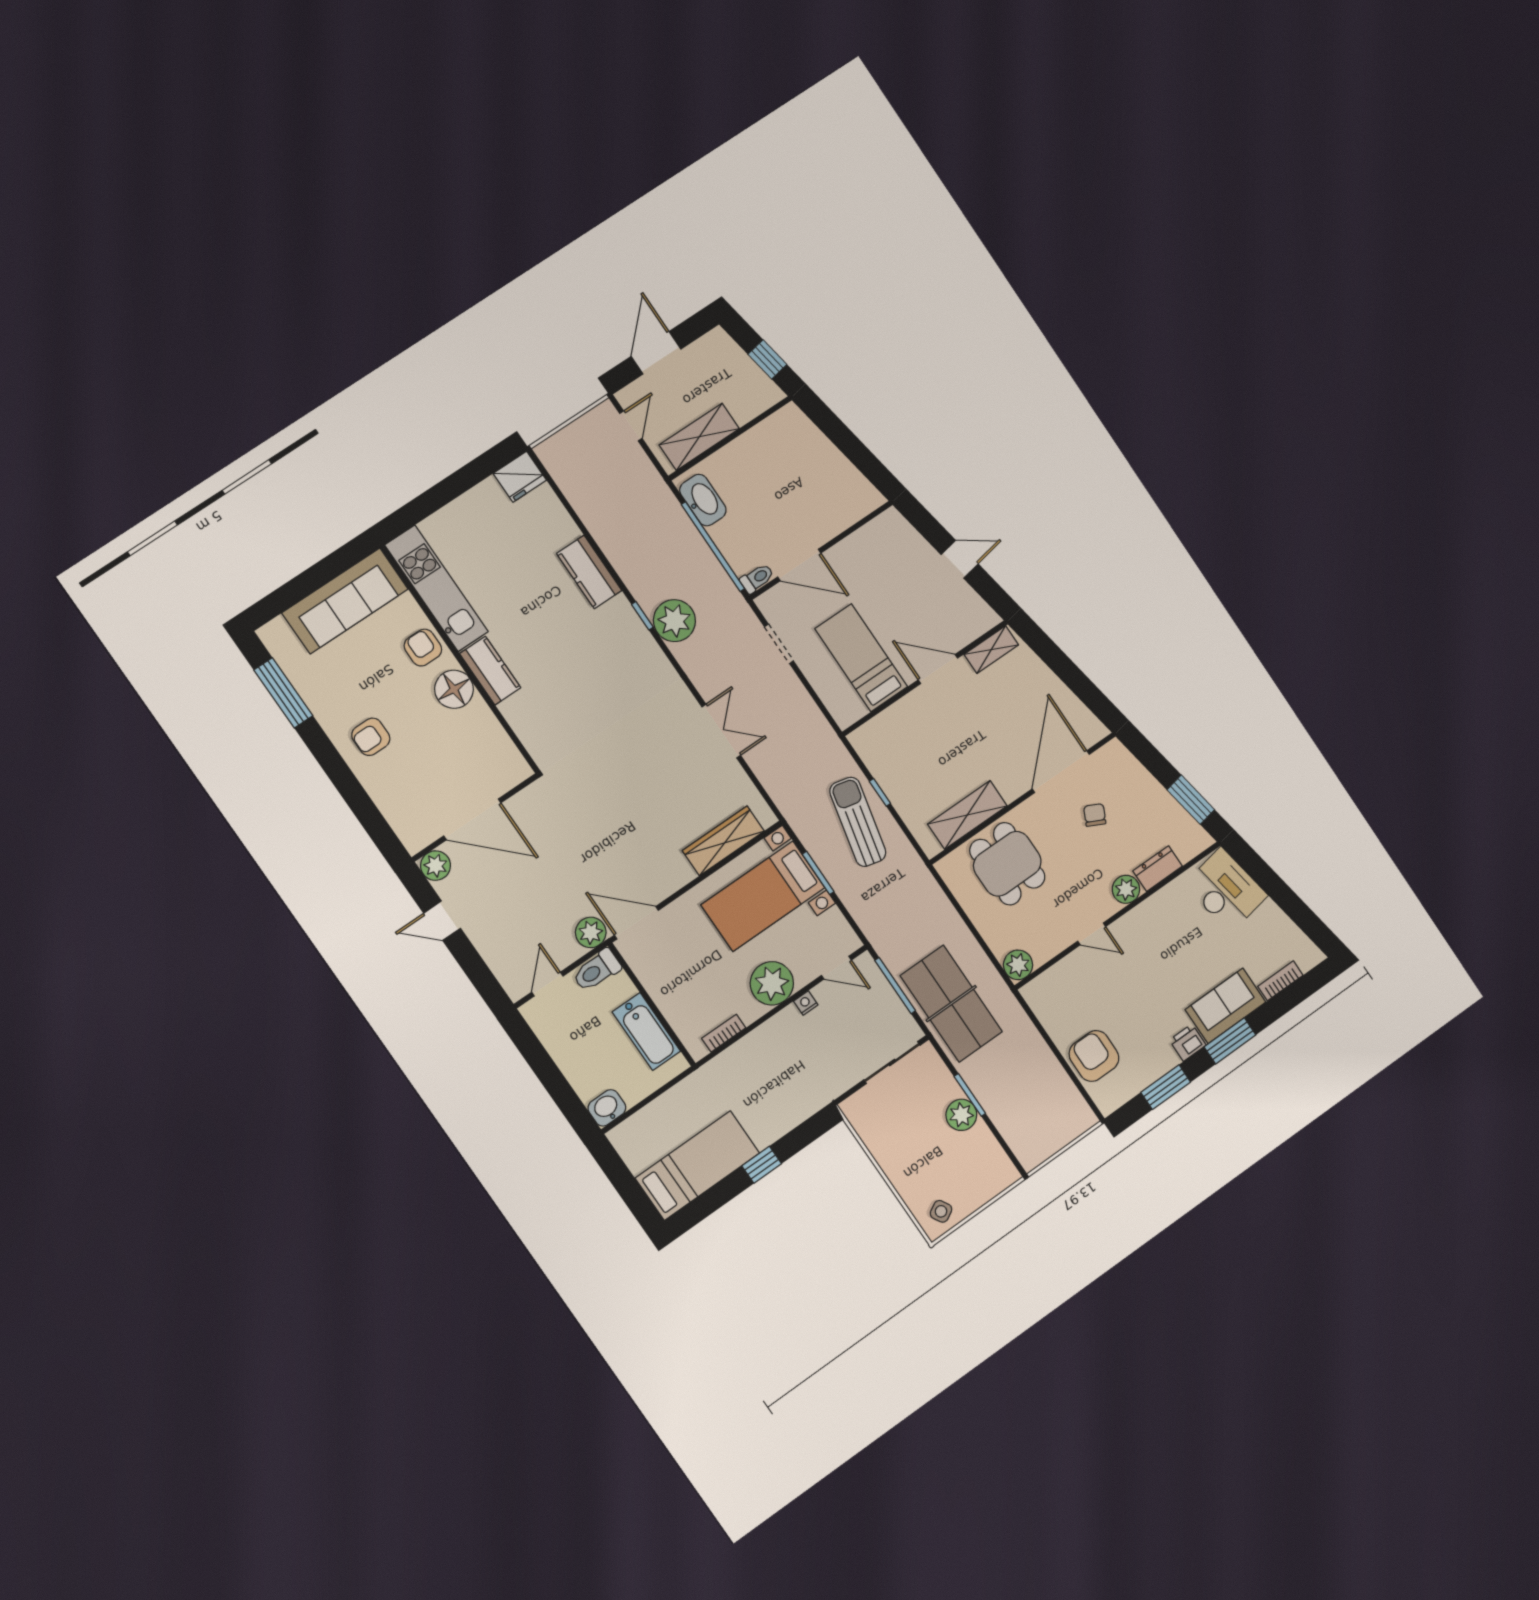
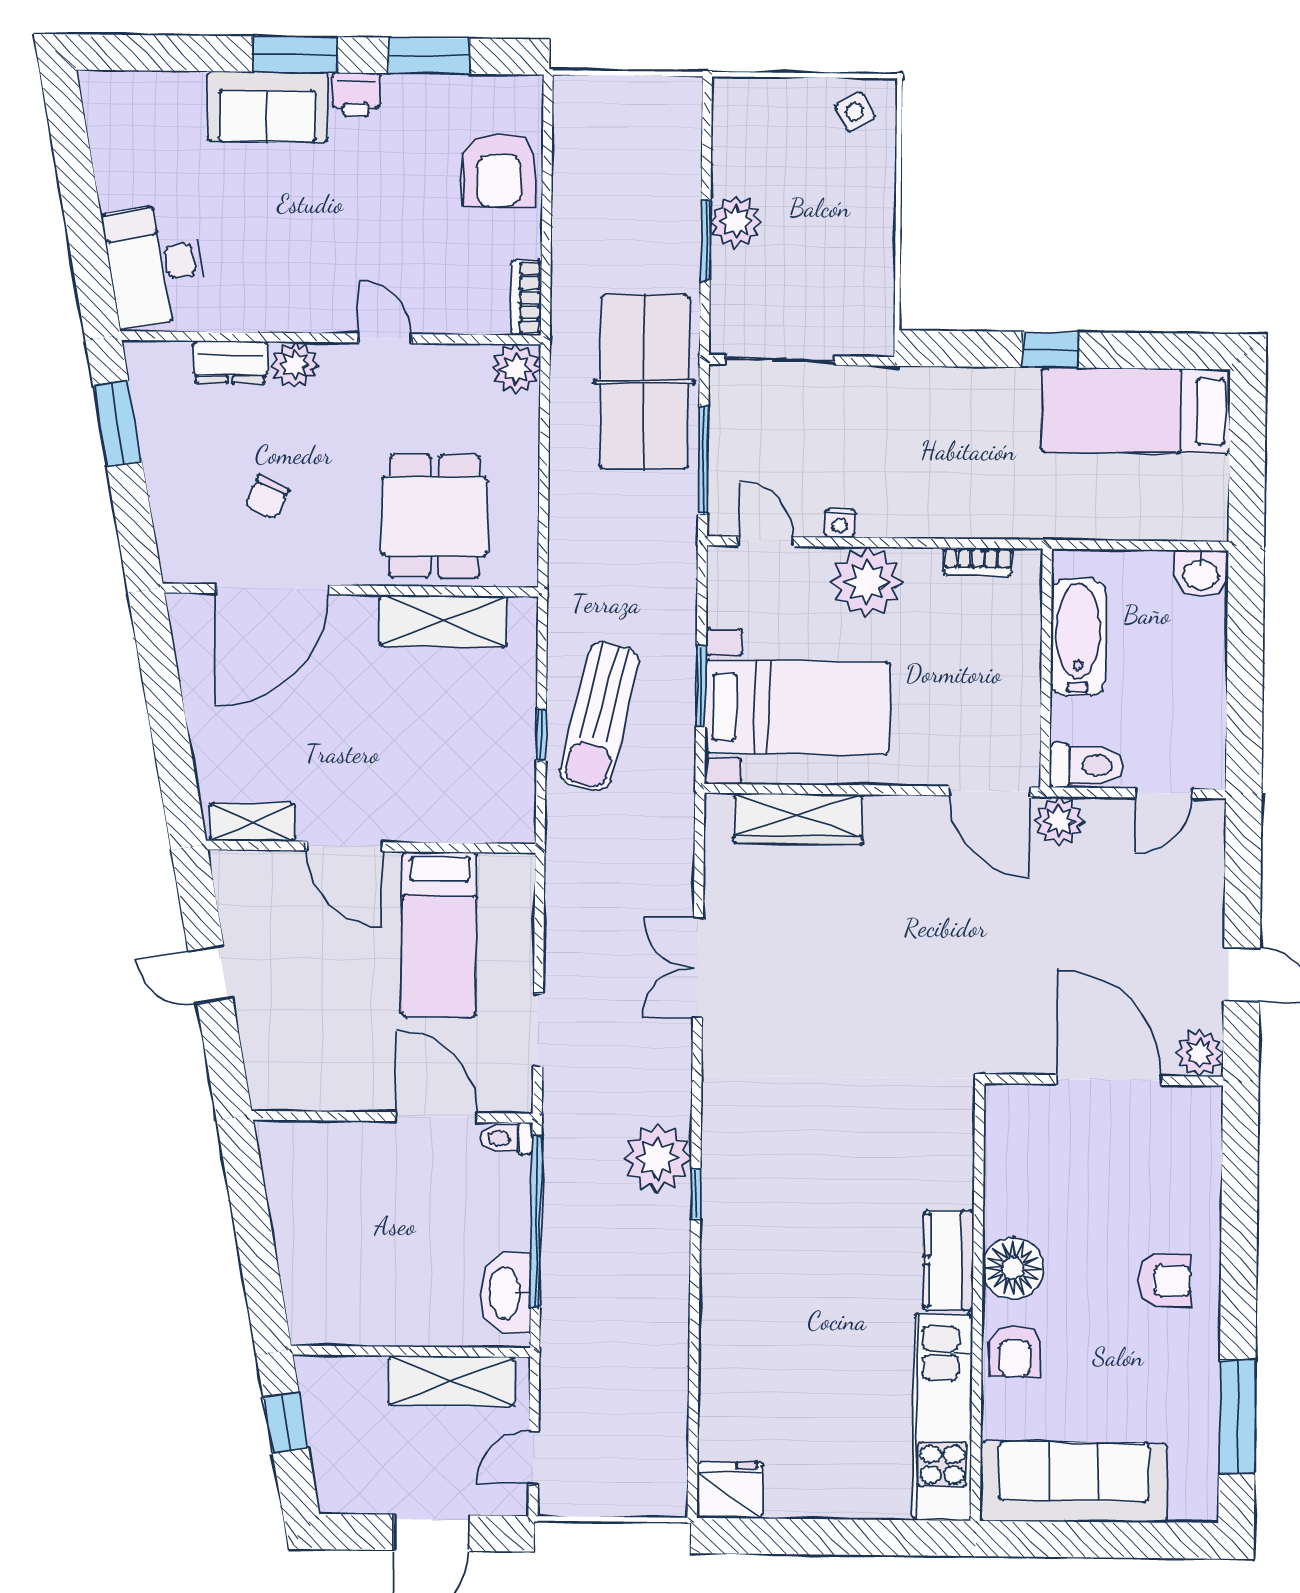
kitchen counter: (589, 572) -> (726, 1301), removed
bookcase: (1280, 981) -> (526, 298), moved, turned 90

